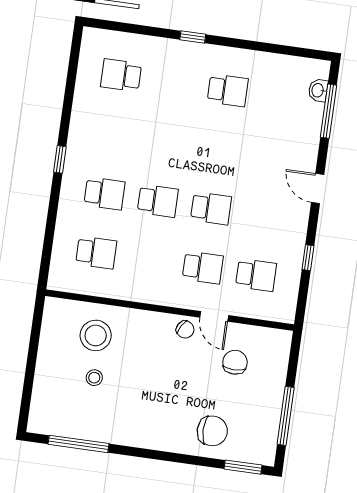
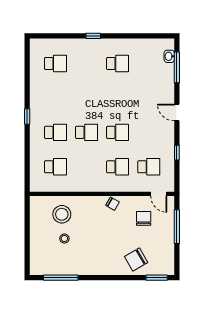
school desk: (121, 75) -> (55, 63), turned 180
door: (214, 316) -> (159, 194), moved
window: (286, 416) -> (177, 227), moved
chair: (212, 431) -> (136, 259), turned 150

